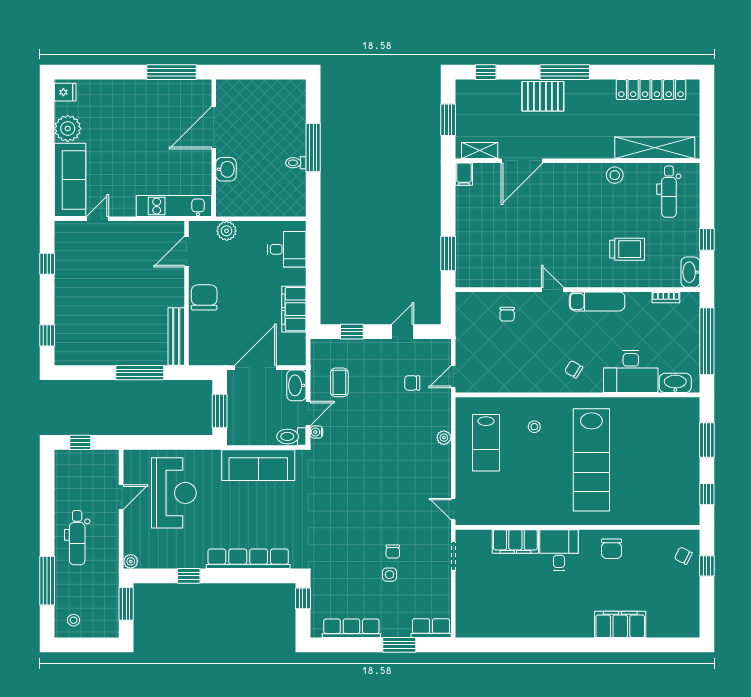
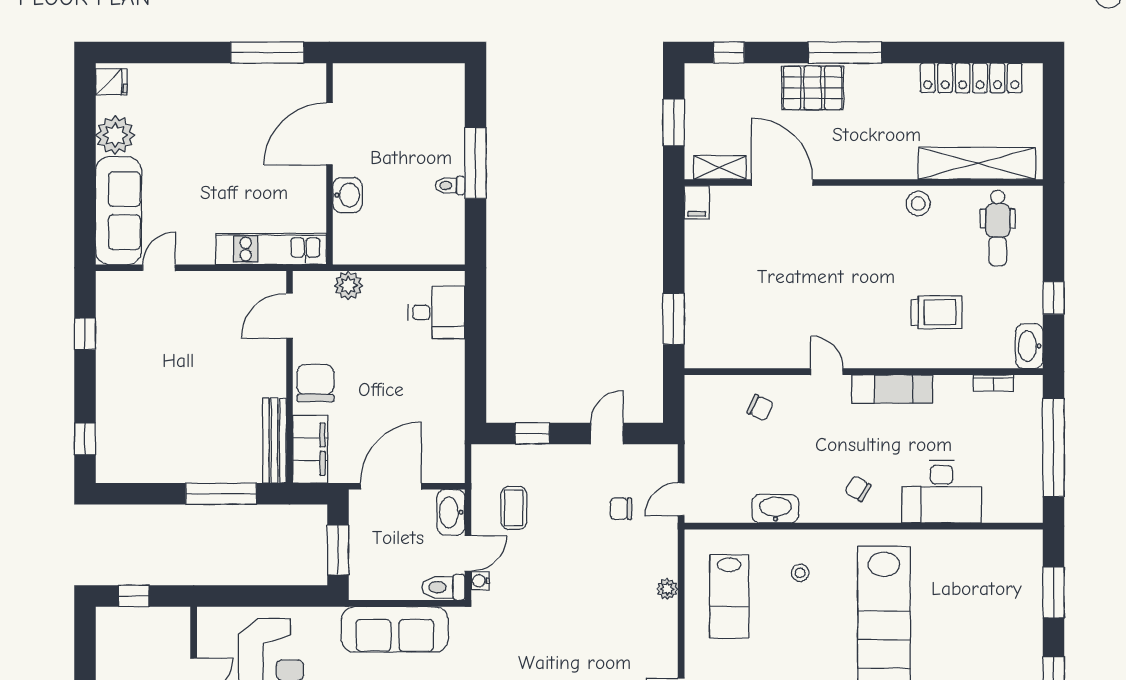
door: (522, 161) -> (782, 183), swing flipped
filing cabinet: (294, 309) -> (310, 449), moved, turned 180
chair: (507, 314) -> (760, 408), turned -65
washbasin: (675, 383) -> (775, 509), moved

